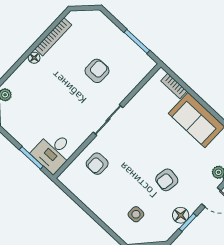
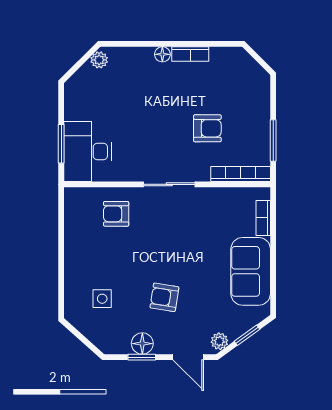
bookcase: (53, 37) -> (190, 54), width x0.64
bookcase: (139, 76) -> (241, 174), added
desk: (53, 152) -> (88, 152), width x1.37

